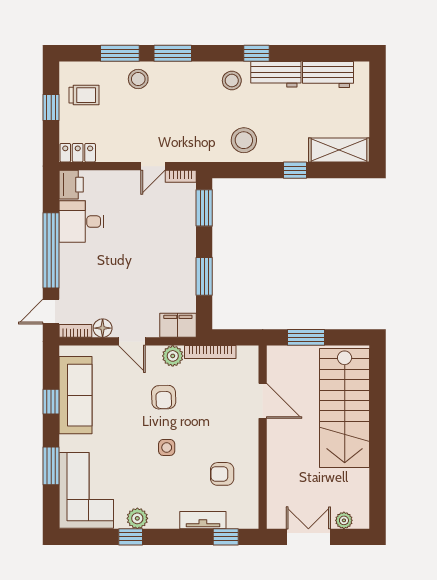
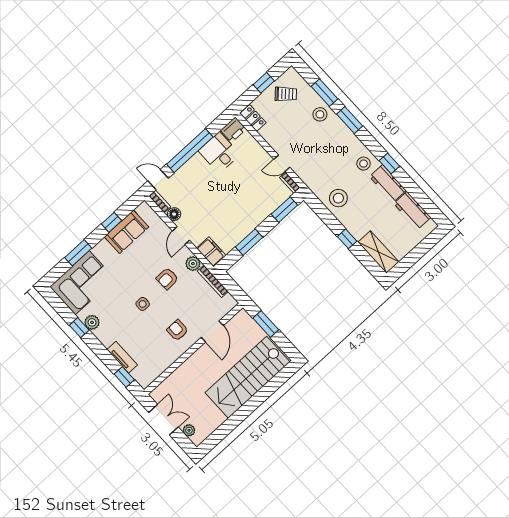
trolley: (84, 95) -> (286, 94), turned -46
sofa: (76, 395) -> (127, 232), width x0.73
armchair: (222, 474) -> (177, 330), moved

